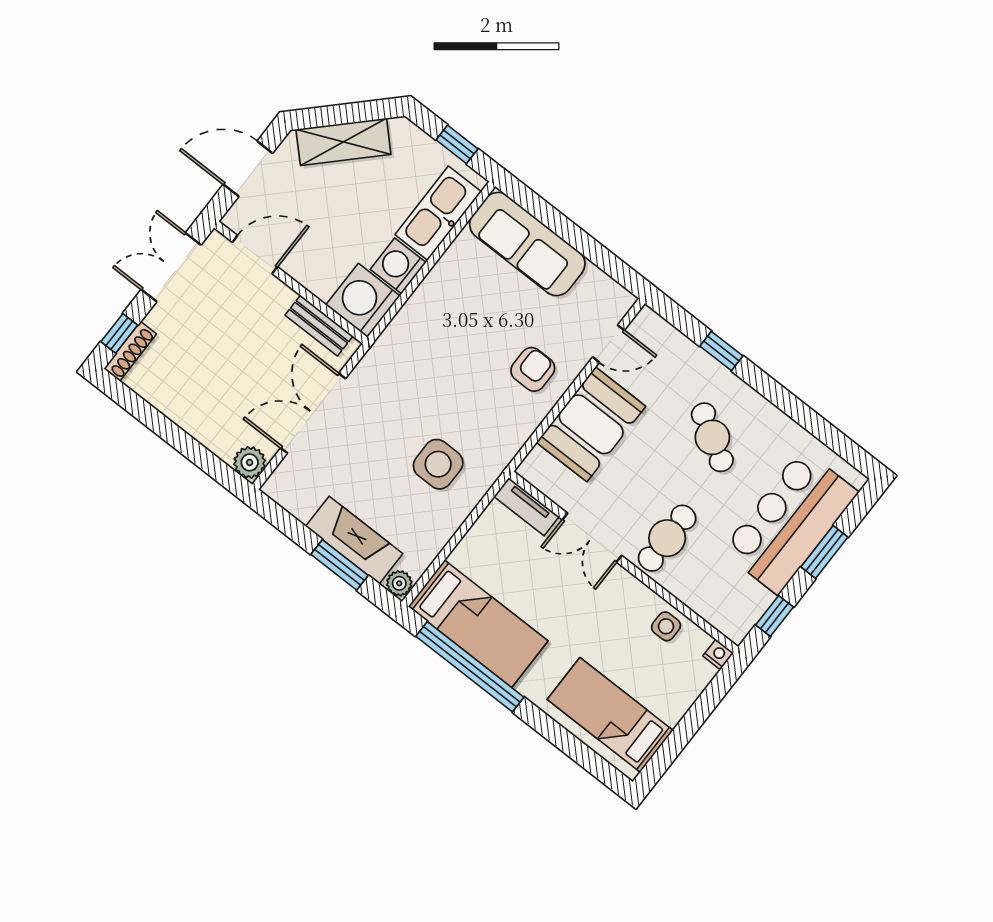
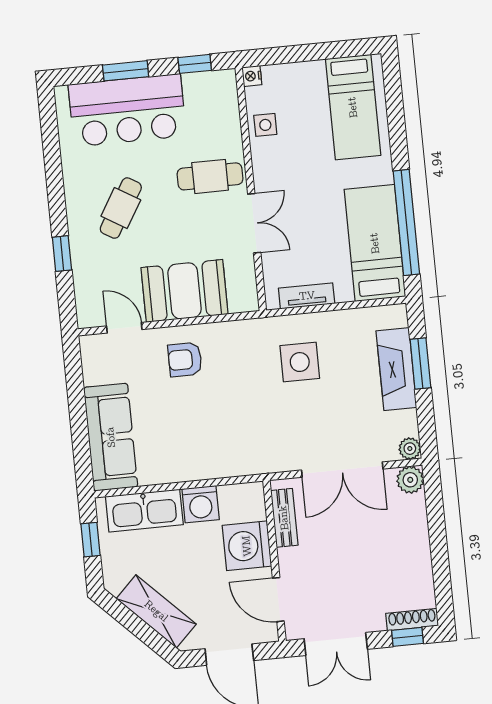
washing machine: (363, 300) -> (247, 546), moved, turned 90
tv unit: (526, 507) -> (307, 296), moved, turned -90
plant: (399, 583) -> (410, 449), moved

